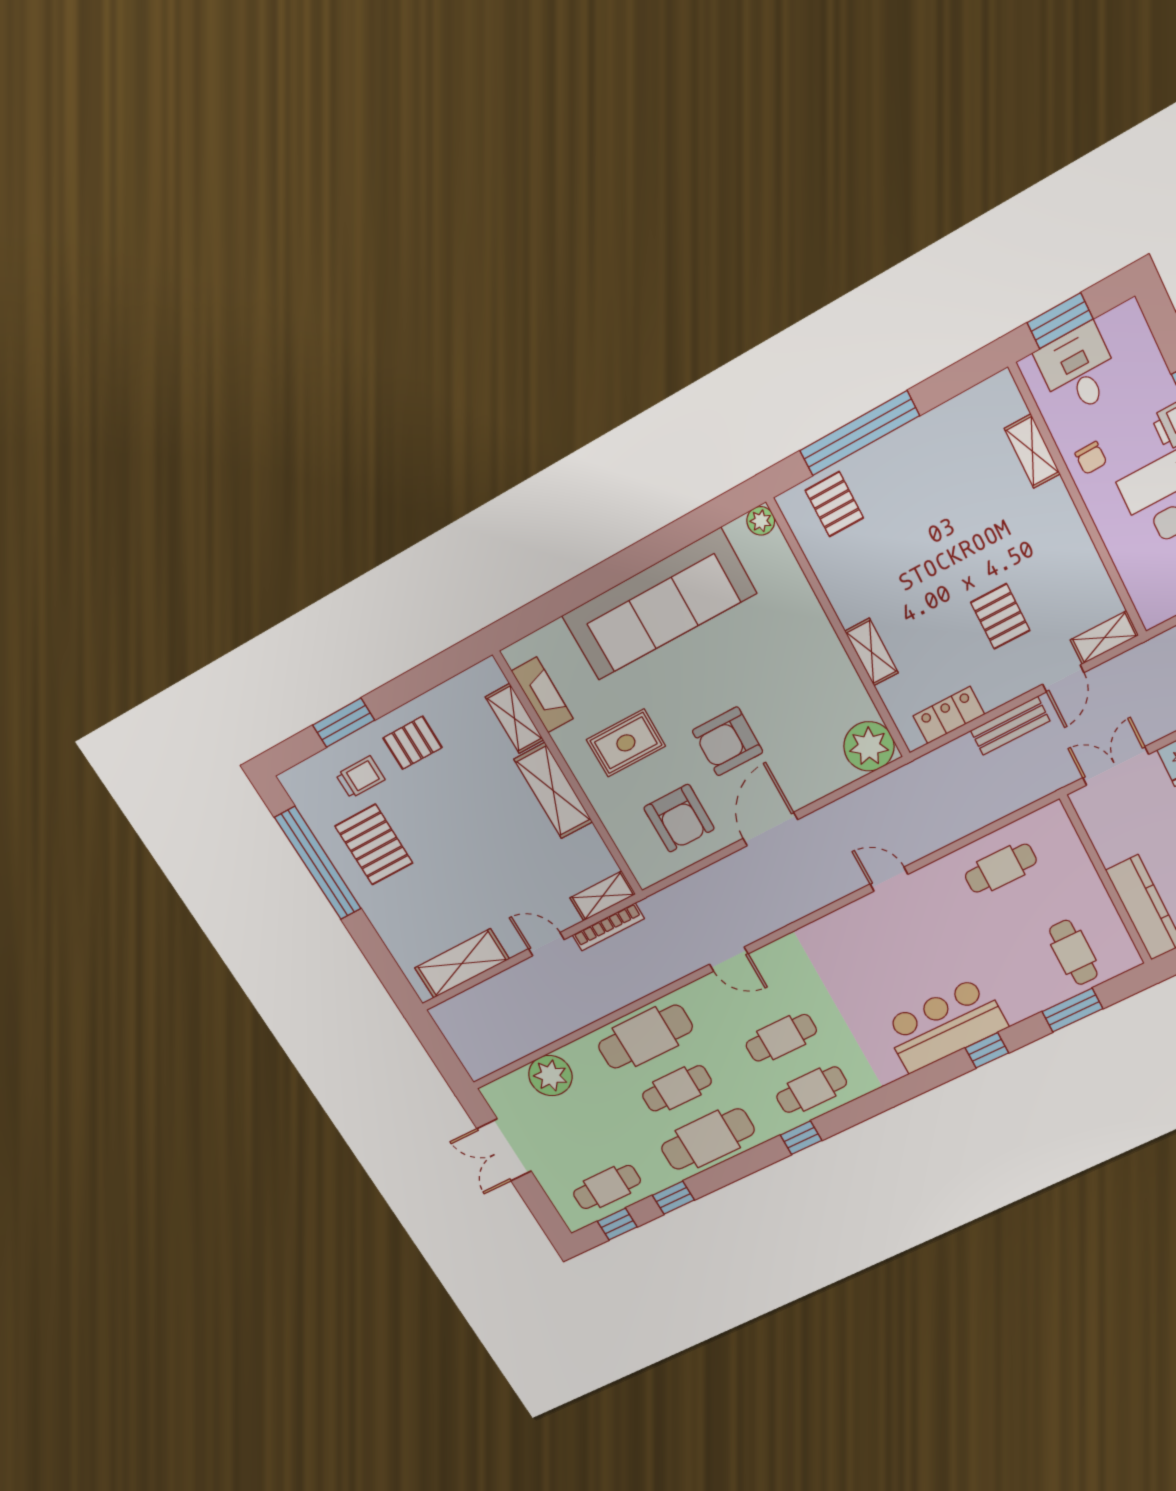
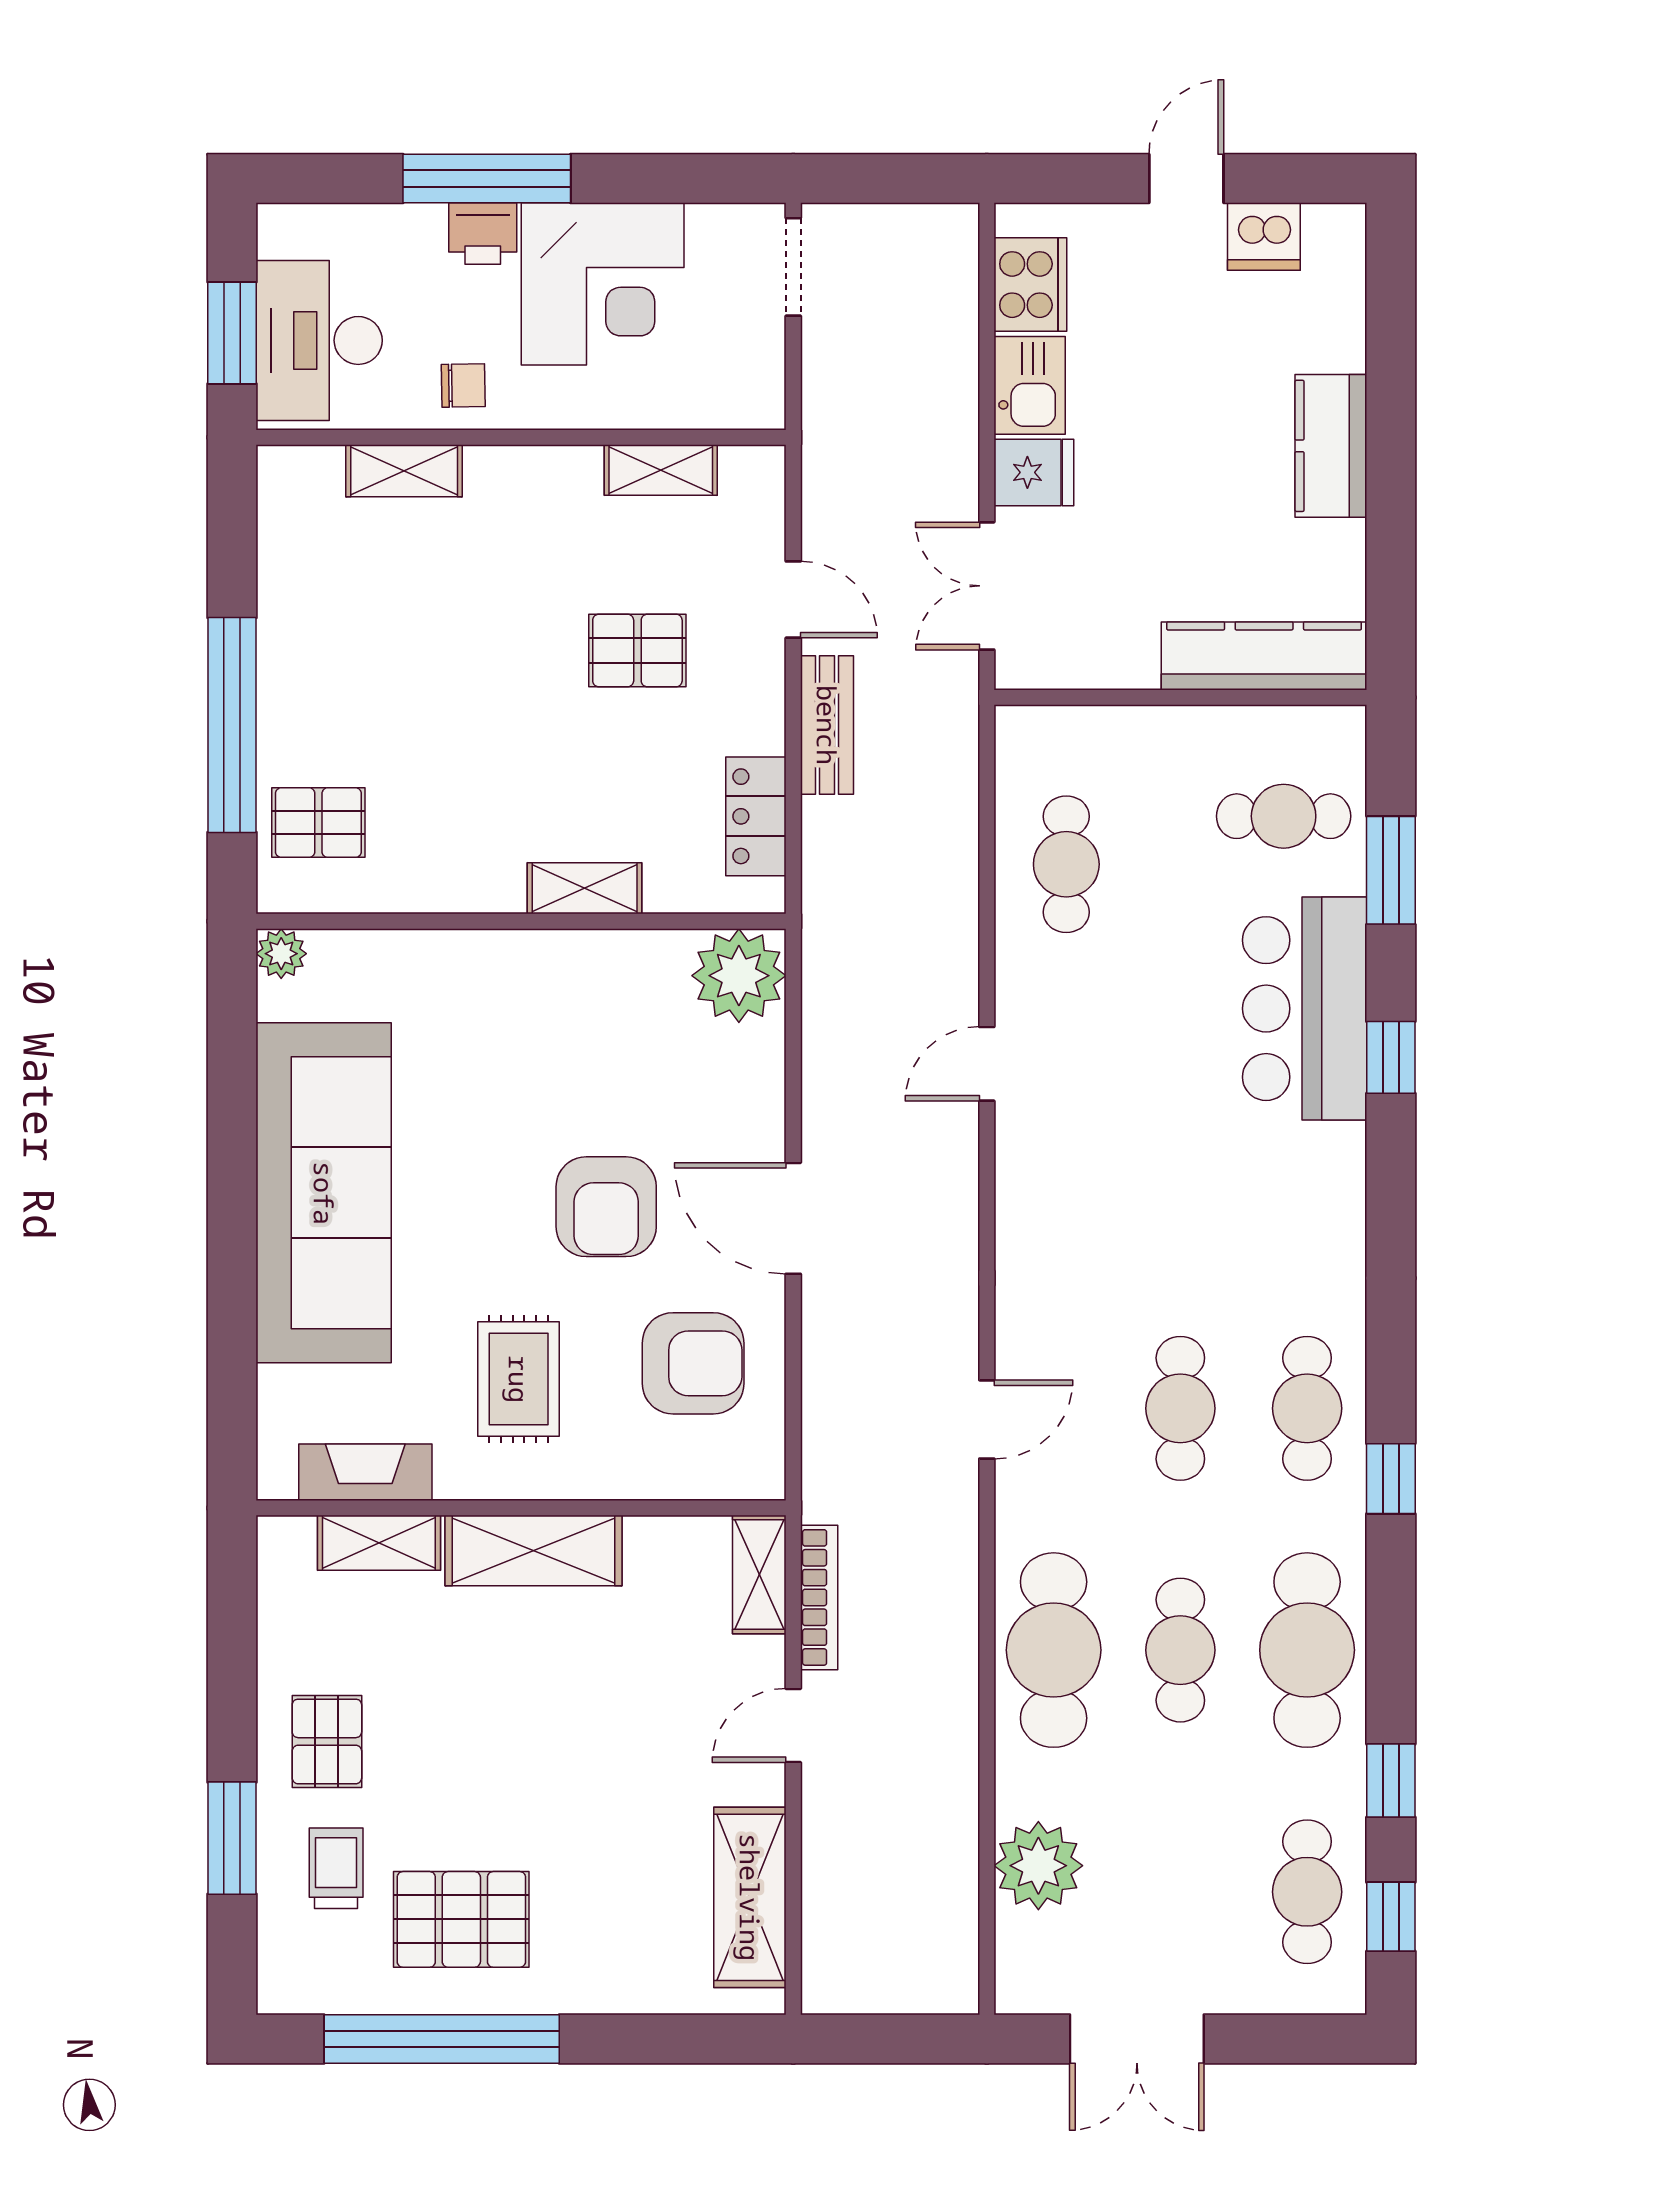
desk: (1078, 370) -> (319, 340), width x1.37
shelving: (1104, 638) -> (661, 470), moved, turned 90
bar counter: (945, 1025) -> (1305, 1009), moved

